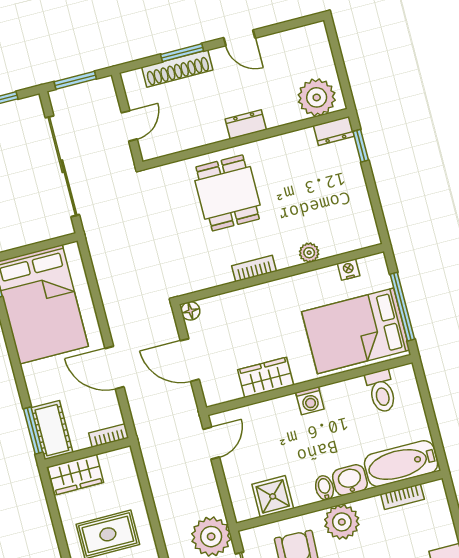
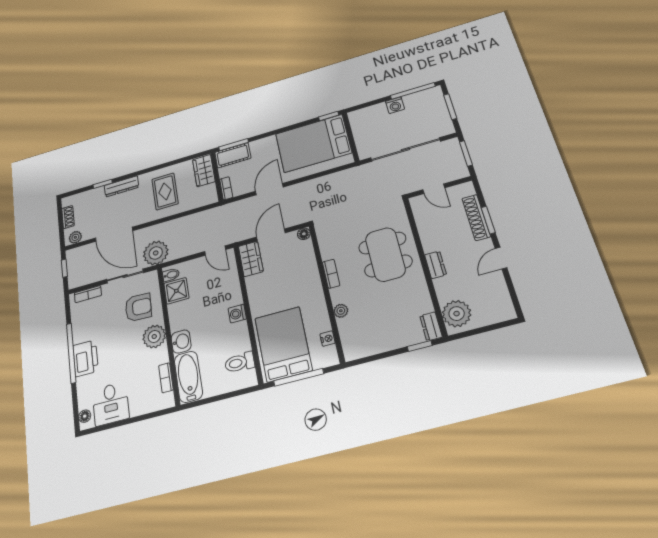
dining table: (228, 193) -> (385, 254), width x1.38
wardrobe: (266, 377) -> (251, 259), moved
bidet: (325, 488) -> (171, 275), moved

